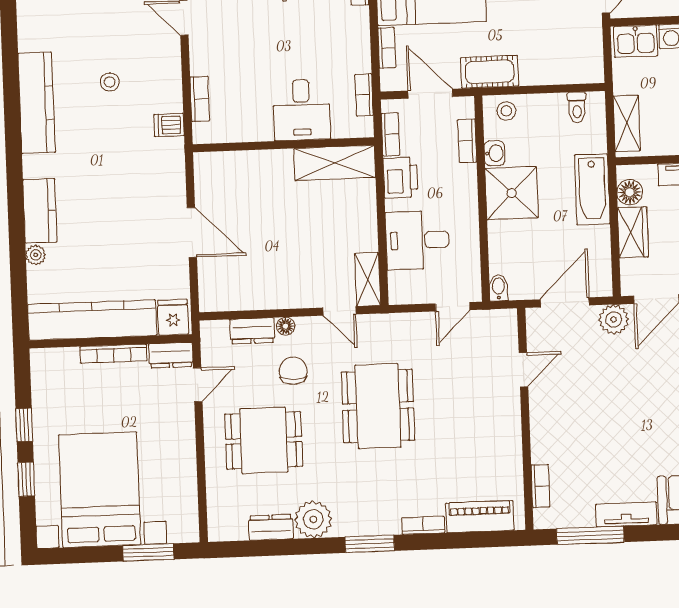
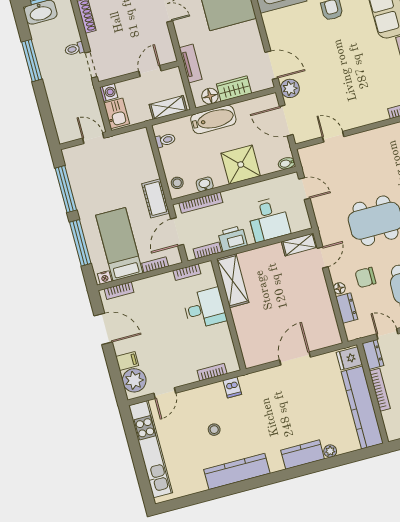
bookcase: (467, 141) -> (201, 203), width x1.56
shower: (512, 193) -> (241, 165), moved

